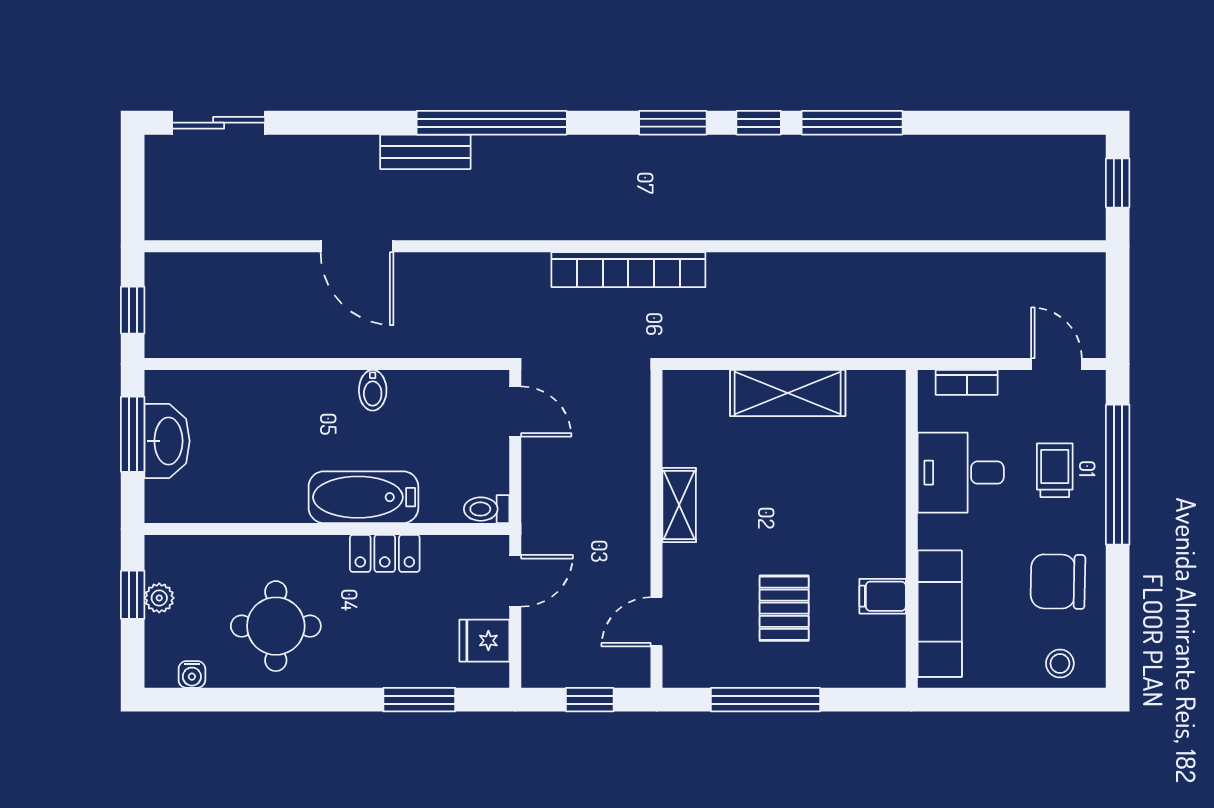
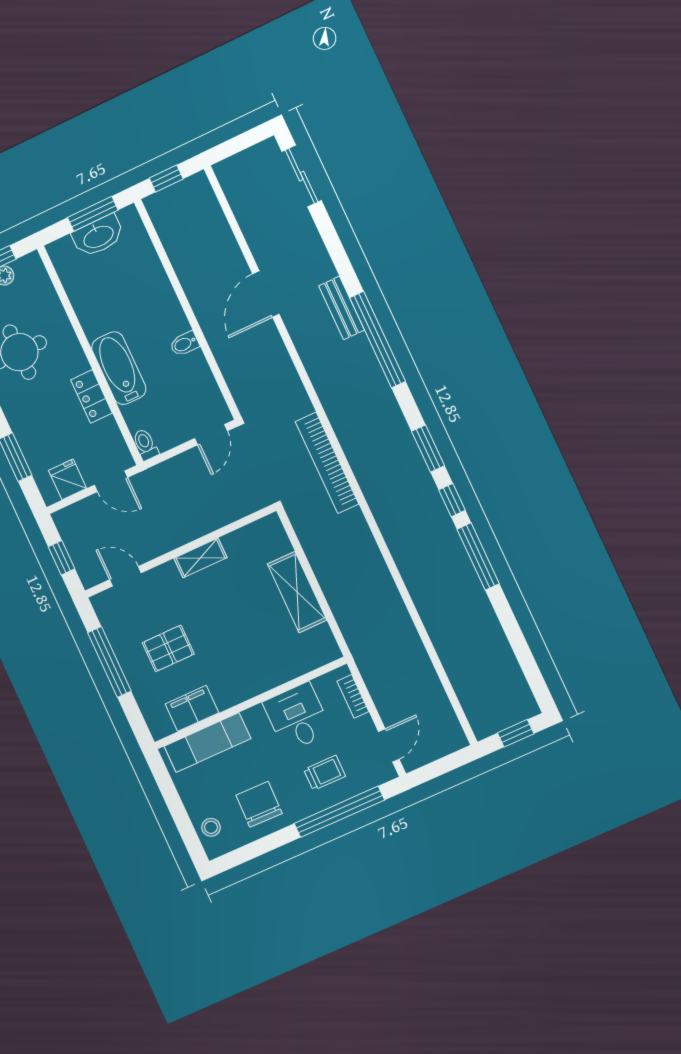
filing cabinet: (883, 596) -> (192, 708), width x2.00

